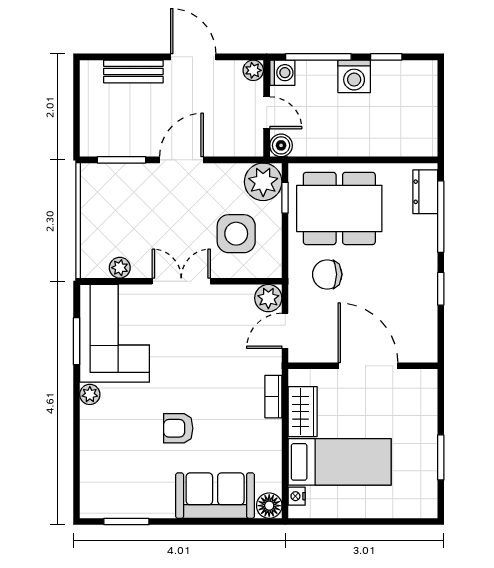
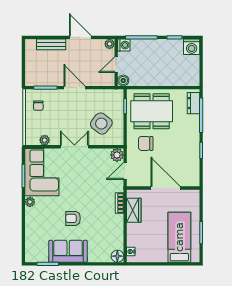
washing machine: (354, 76) -> (192, 47), moved
door: (267, 113) -> (116, 65), swing flipped
door: (181, 160) -> (75, 88), hinge flipped
plant: (263, 182) -> (114, 98), removed
chair: (107, 197) -> (38, 106), added
side table: (236, 234) -> (101, 124), turned 37
bed: (340, 462) -> (179, 237), moved, turned -90
sofa: (215, 496) -> (68, 251), moved

